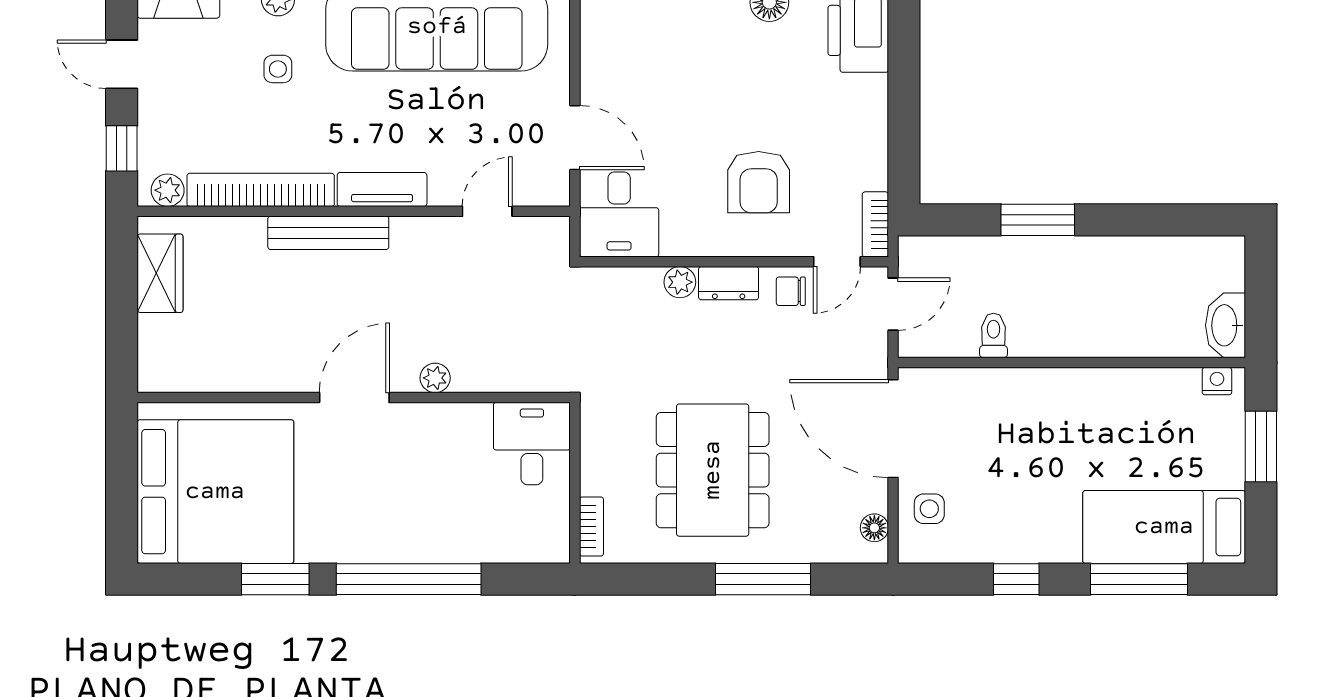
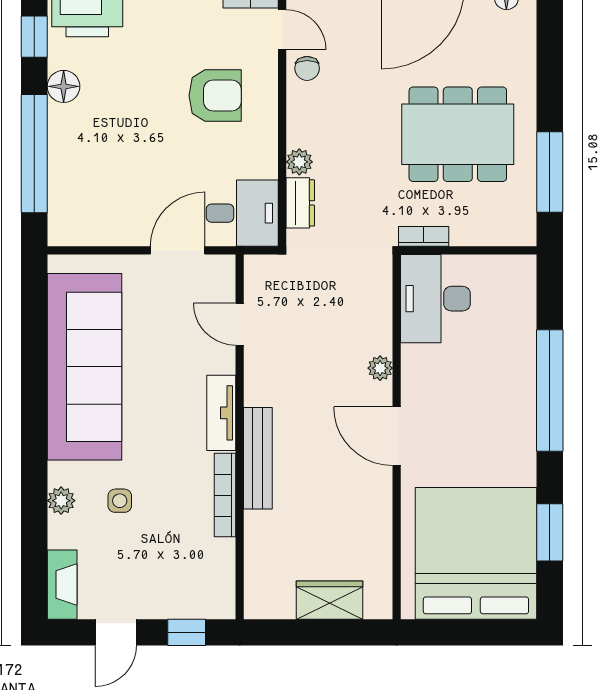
plant: (168, 190) -> (222, 594), removed
bookcase: (261, 190) -> (225, 495), width x0.68, depth x0.76
wardrobe: (160, 273) -> (330, 600), moved
dresser: (729, 283) -> (300, 203), moved
desk: (532, 443) -> (435, 299), width x1.37
bookcase: (591, 526) -> (424, 236), moved
window: (275, 579) -> (550, 532), moved
window: (763, 579) -> (550, 172), moved

